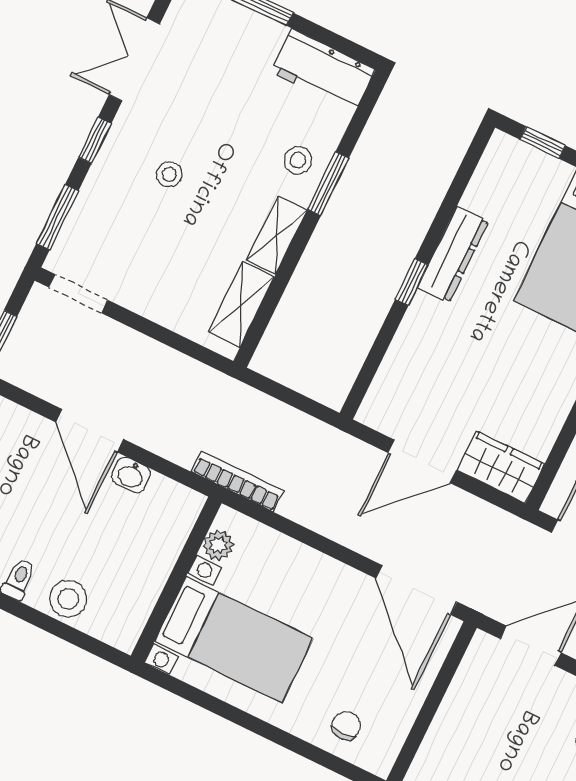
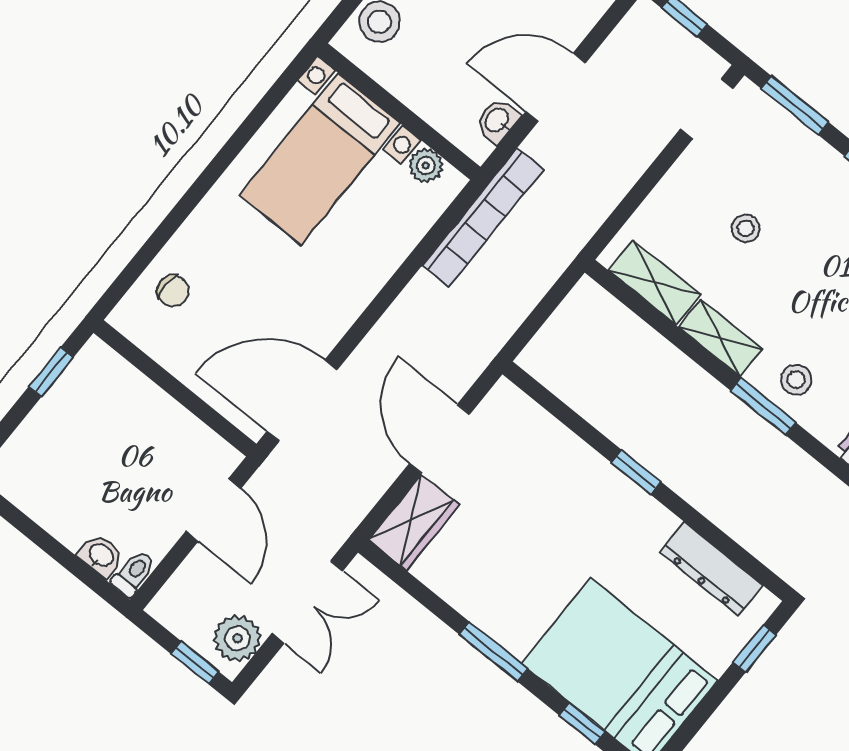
stool: (169, 174) -> (746, 228), moved
dresser: (453, 254) -> (711, 569), moved
bookcase: (237, 481) -> (483, 218), width x1.48, depth x1.31
plant: (218, 545) -> (426, 165), moved
wall: (176, 580) -> (399, 112), moved
bed with nightstands: (234, 640) -> (320, 159), moved

